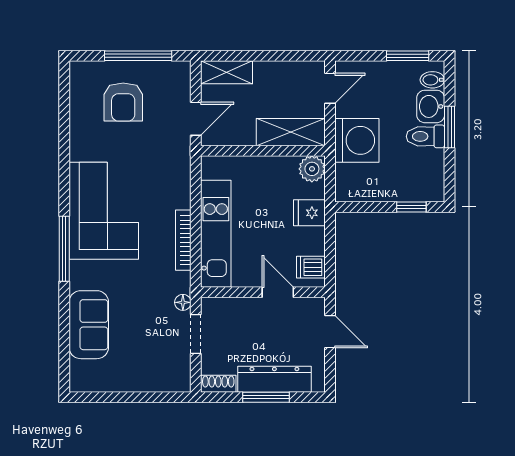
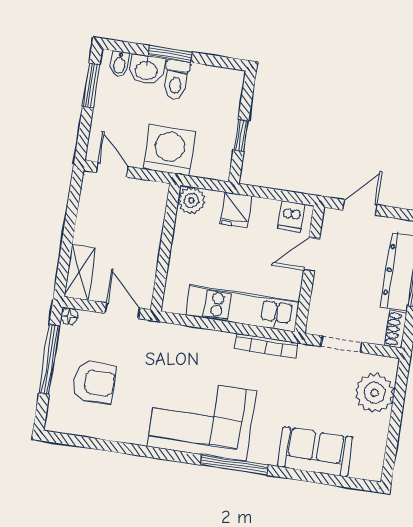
shelving: (291, 132) -> (151, 216), removed
window: (411, 207) -> (241, 136), moved
bookcase: (183, 240) -> (266, 346), moved
floor lamp: (183, 302) -> (69, 316), moved
plant: (154, 373) -> (375, 393), added

